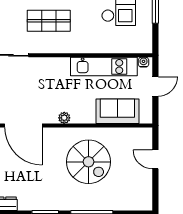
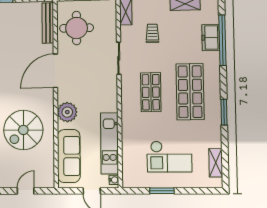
sofa: (117, 111) -> (69, 156), width x1.36
plant: (64, 118) -> (67, 112), width x1.88, depth x1.88

